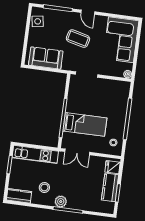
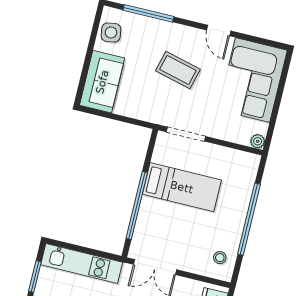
door: (88, 12) -> (219, 30), moved
sofa: (46, 58) -> (102, 82), moved, turned 90
bed: (85, 124) -> (182, 187), moved

